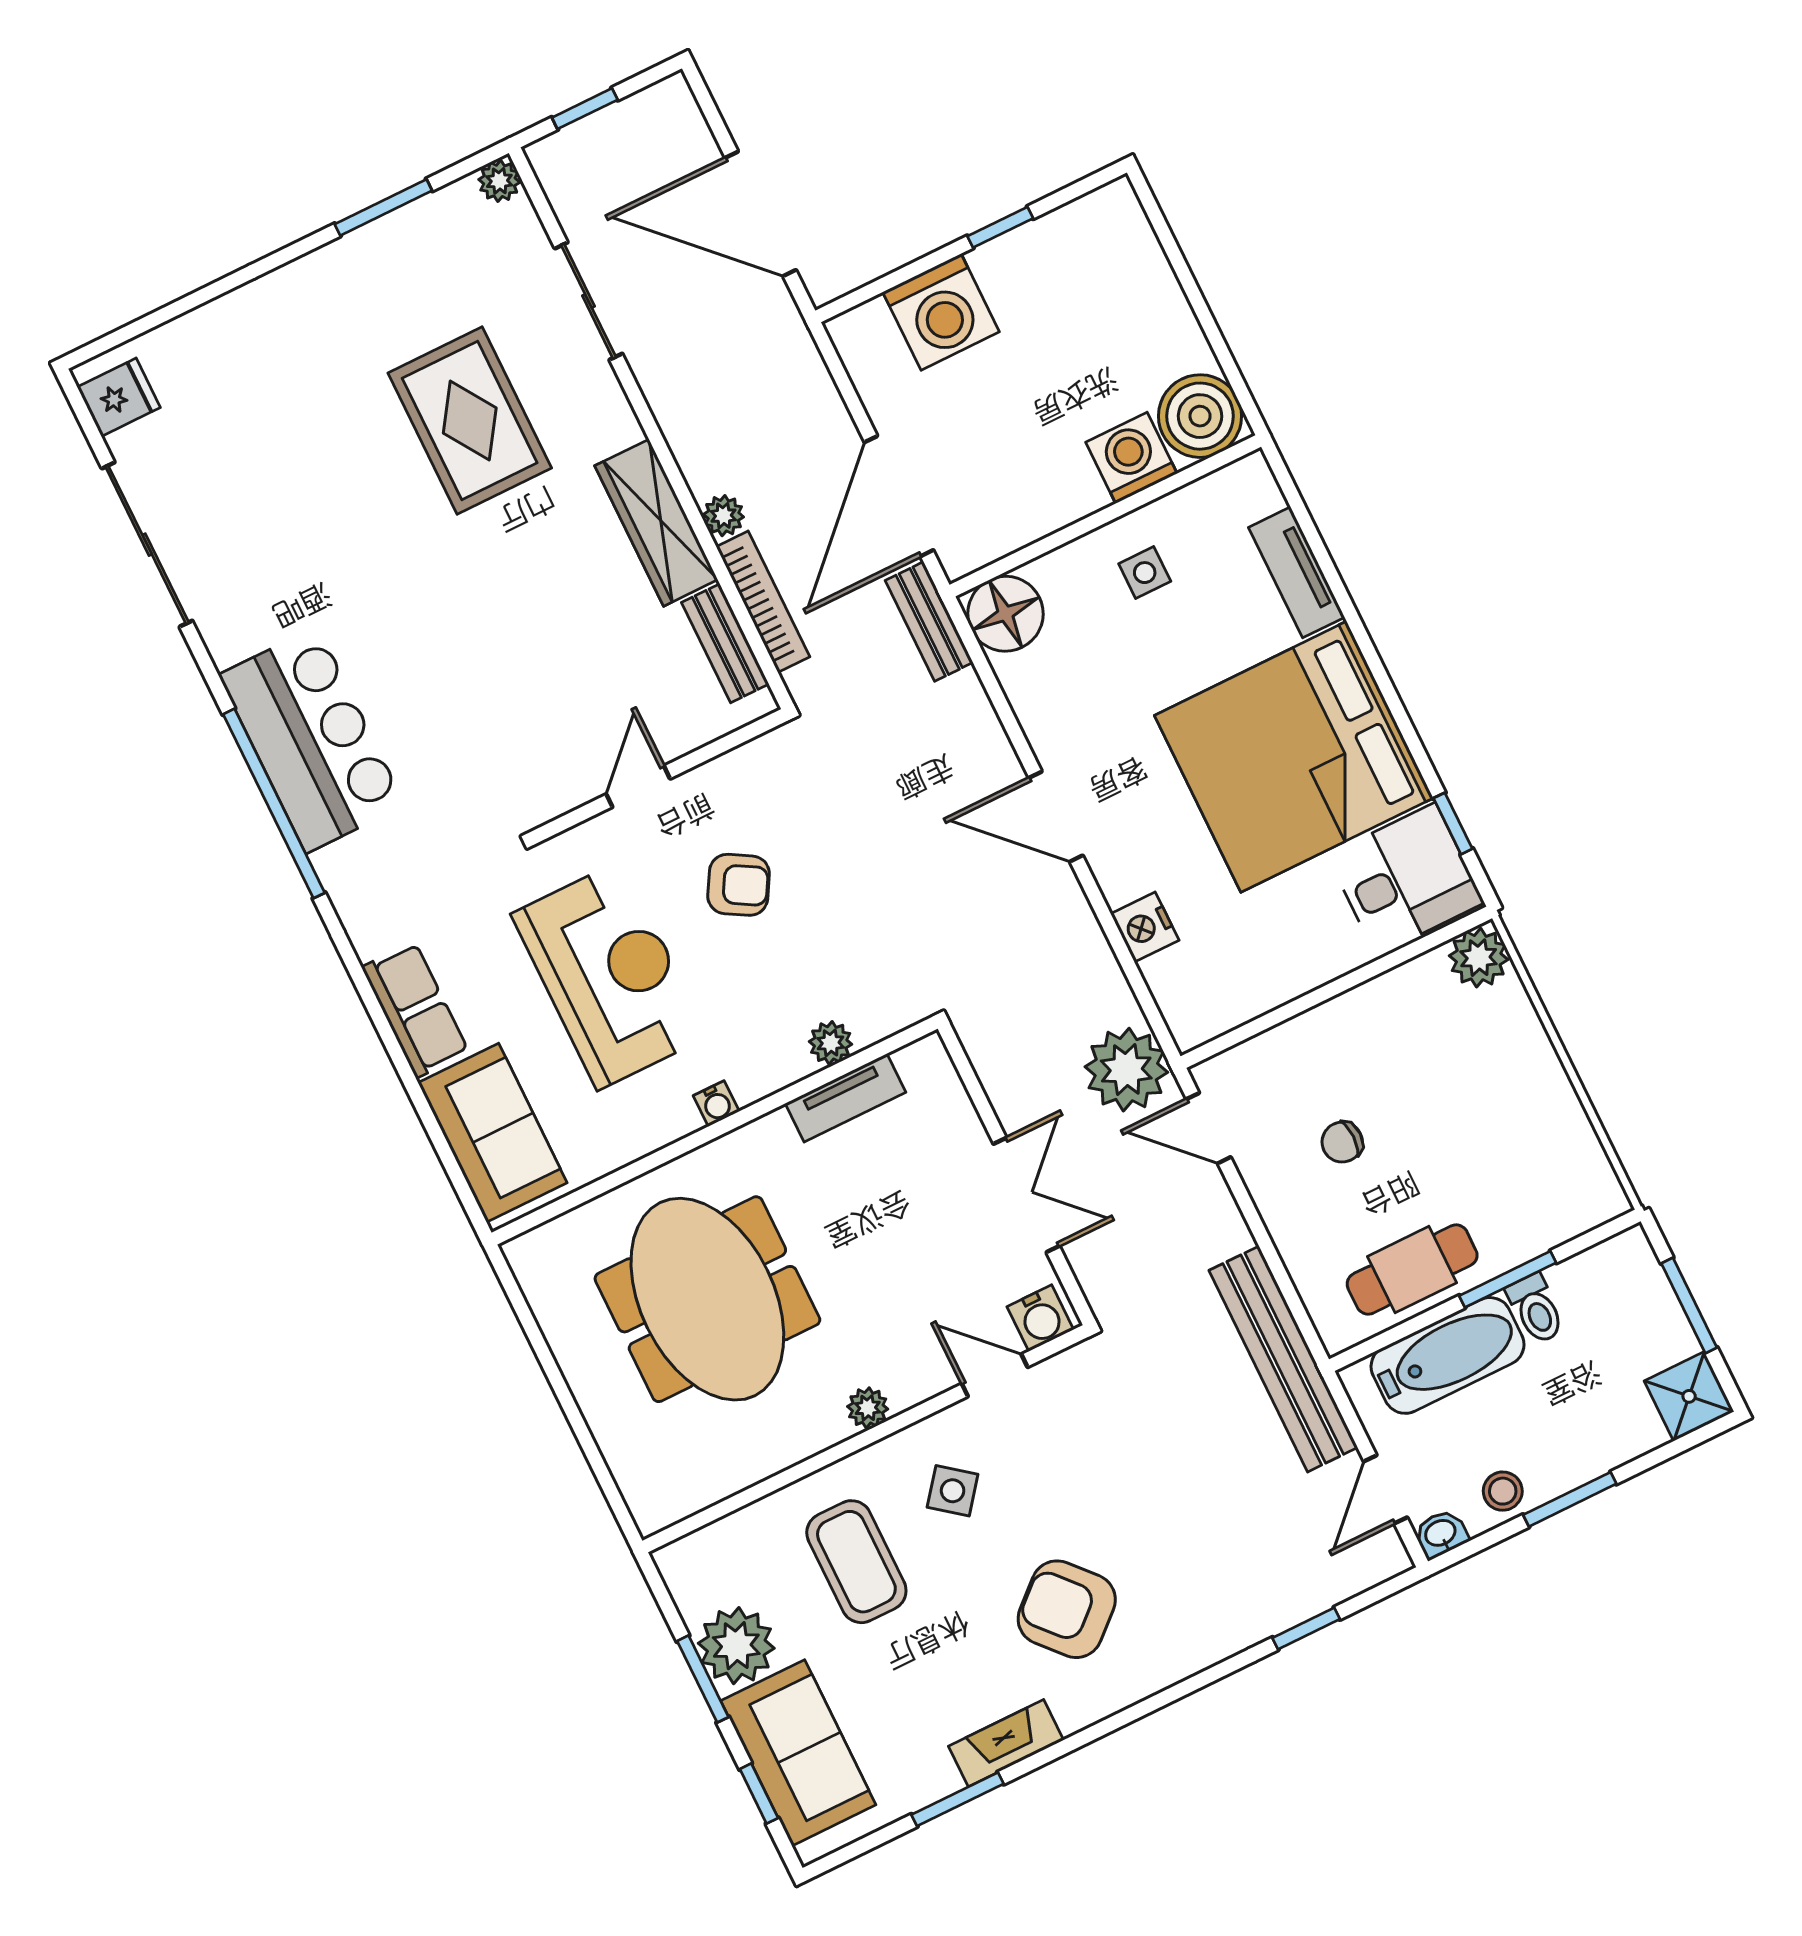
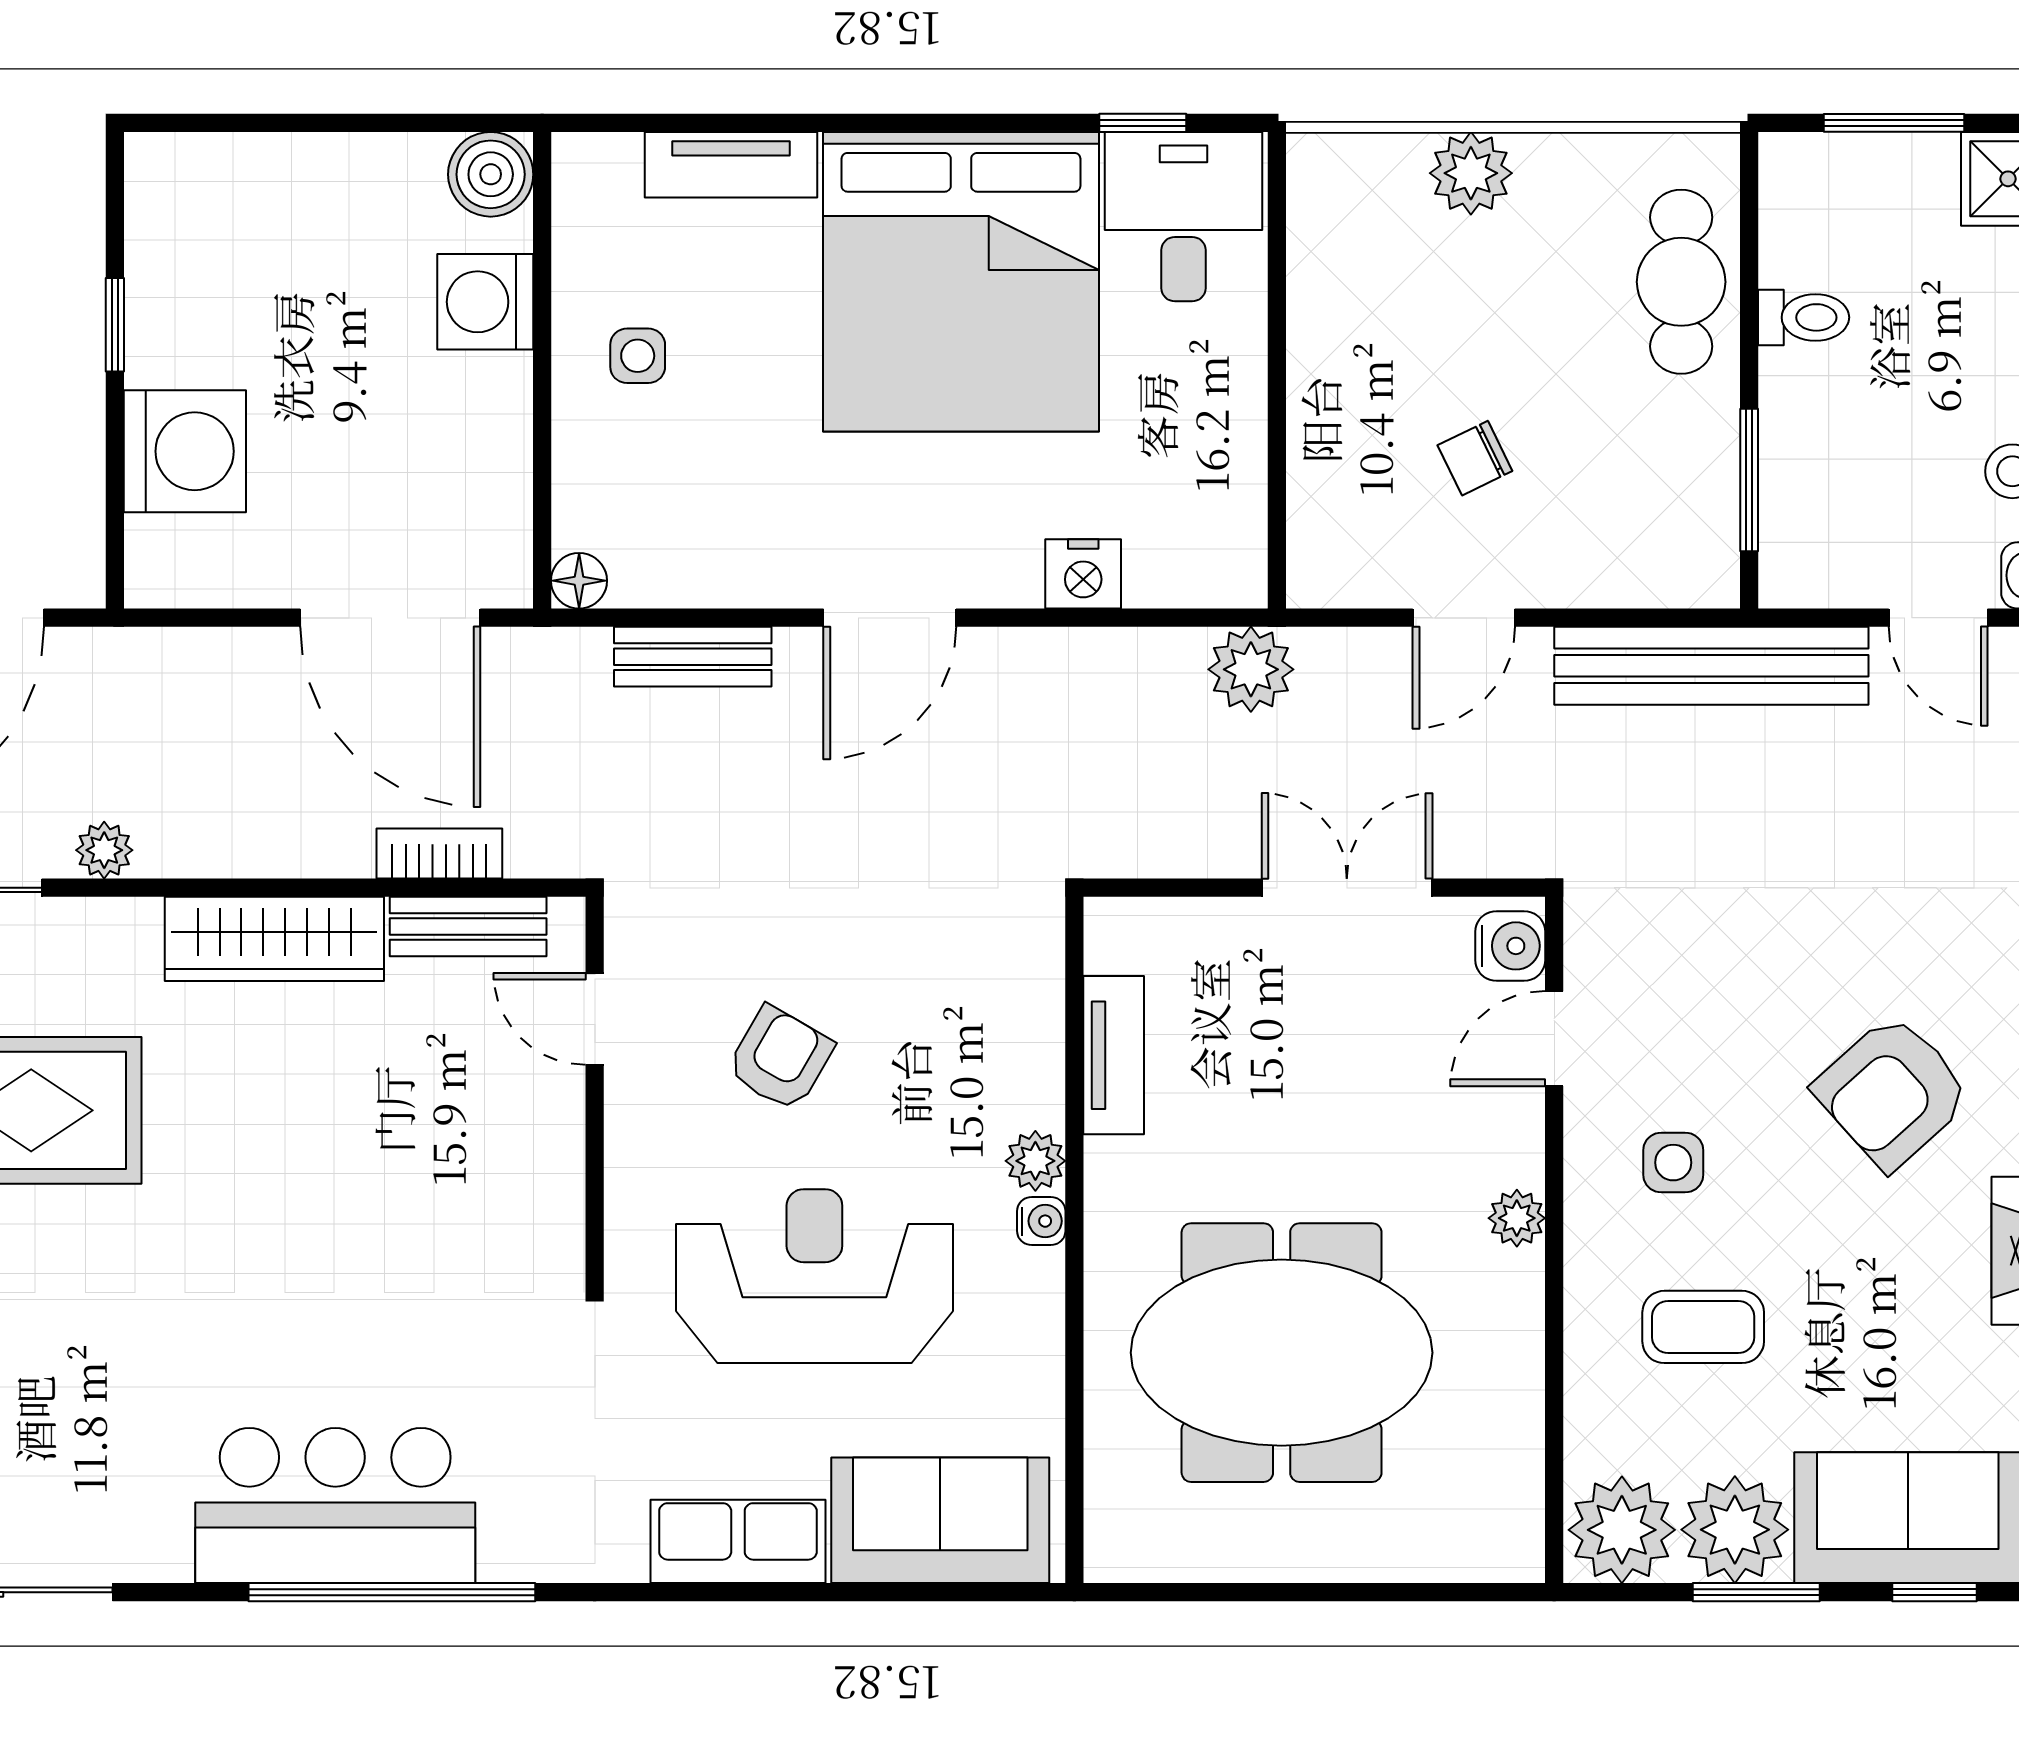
boiler: (1200, 416) -> (491, 174), width x0.73, depth x0.73
plant: (723, 516) -> (104, 850), moved
bookcase: (763, 602) -> (439, 853), width x0.64
floor lamp: (1005, 614) -> (579, 581), width x0.53, depth x0.53
bench: (929, 621) -> (693, 657), moved
door: (638, 786) -> (595, 1019), moved
plant: (1479, 958) -> (1471, 173), moved
plant: (831, 1043) -> (1035, 1161), moved
plant: (1126, 1070) -> (1251, 669), width x0.73, depth x0.73
door: (1208, 1128) -> (1464, 618), moved
chair: (1342, 1142) -> (1475, 458), turned 64
cafe table: (1412, 1270) -> (1681, 282), moved
window: (1508, 1279) -> (1749, 480), moved
bathtub: (1448, 1355) -> (1808, 457), removed
side table: (953, 1491) -> (1673, 1163), turned -38
coffee table: (856, 1562) -> (1703, 1327), width x0.73, depth x0.77
plant: (701, 1573) -> (1622, 1530), added

